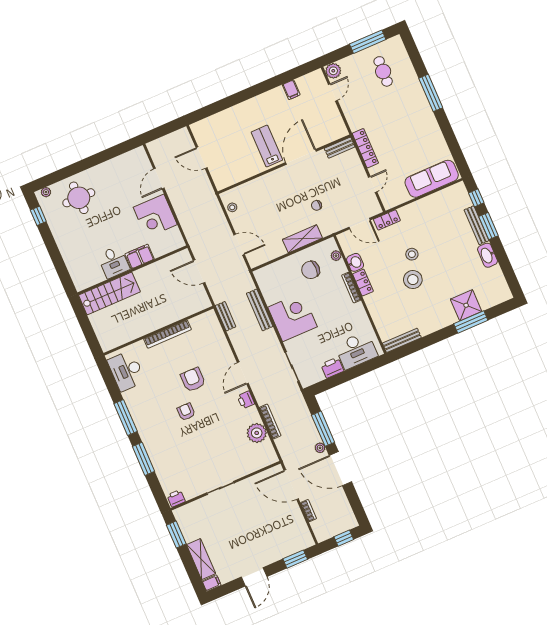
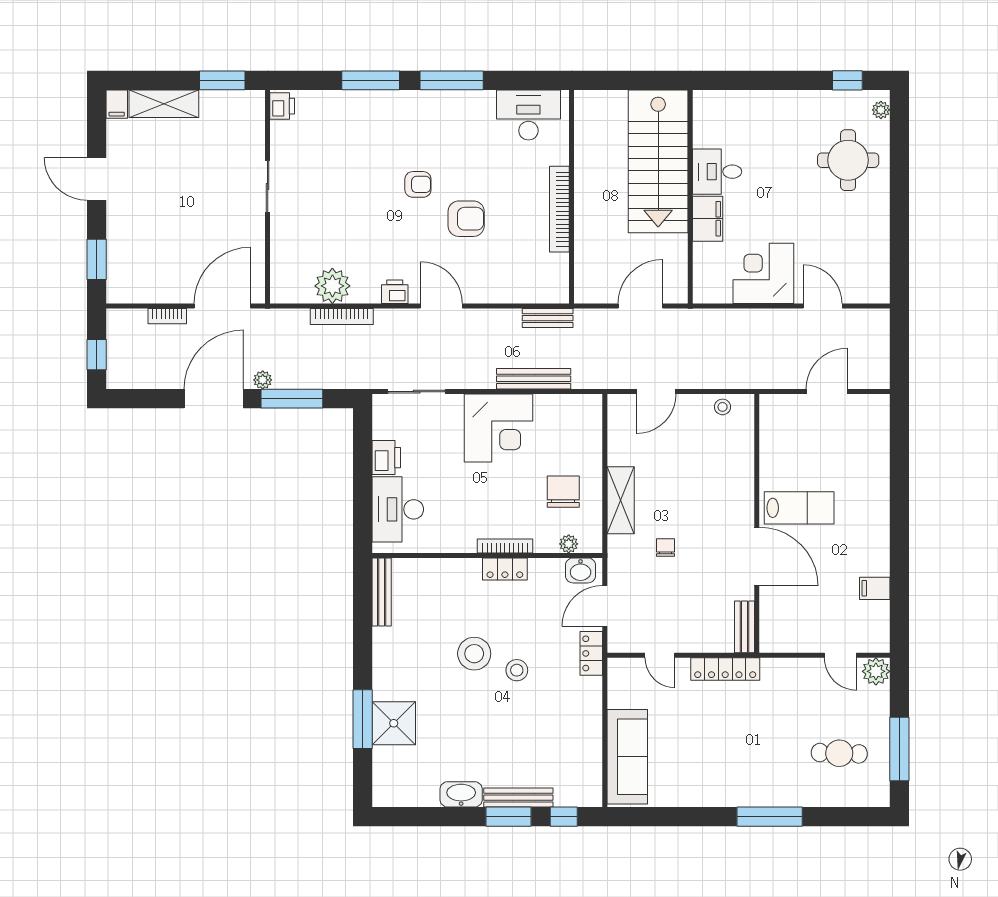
washbasin: (355, 262) -> (581, 570), moved
stairs: (109, 293) -> (658, 161), width x1.36, depth x1.51

